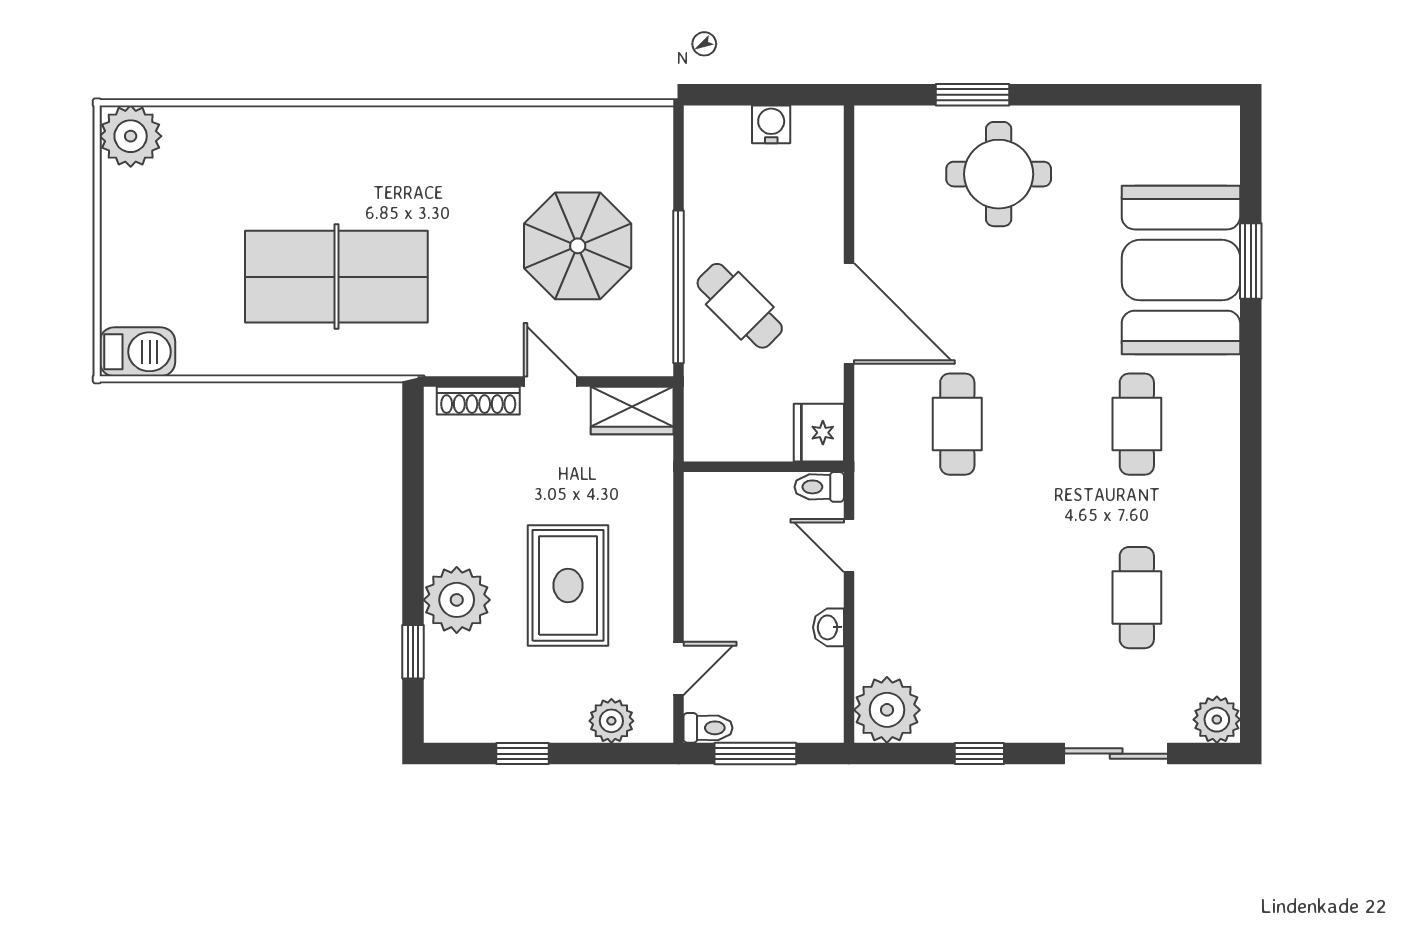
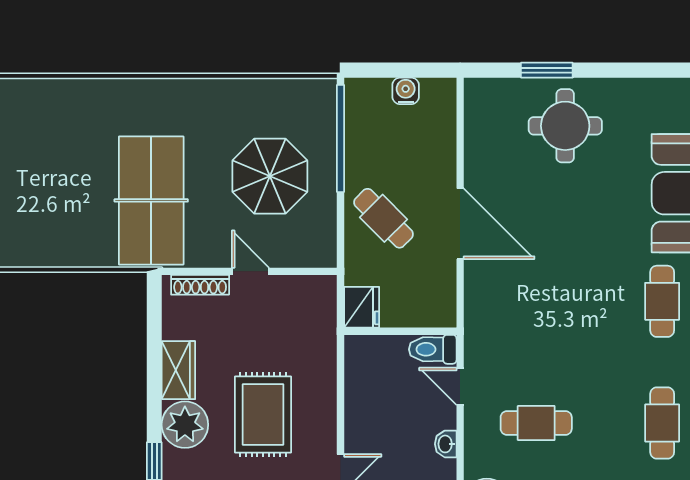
table tennis table: (336, 277) -> (151, 200), moved, turned 90
window: (678, 287) -> (341, 138), moved
wardrobe: (632, 410) -> (178, 370), moved, turned -90
cafe table: (957, 424) -> (536, 423), moved, turned 90
fridge: (819, 433) -> (362, 307), moved, turned 180
toilet: (819, 487) -> (433, 349), width x1.37, depth x1.39

